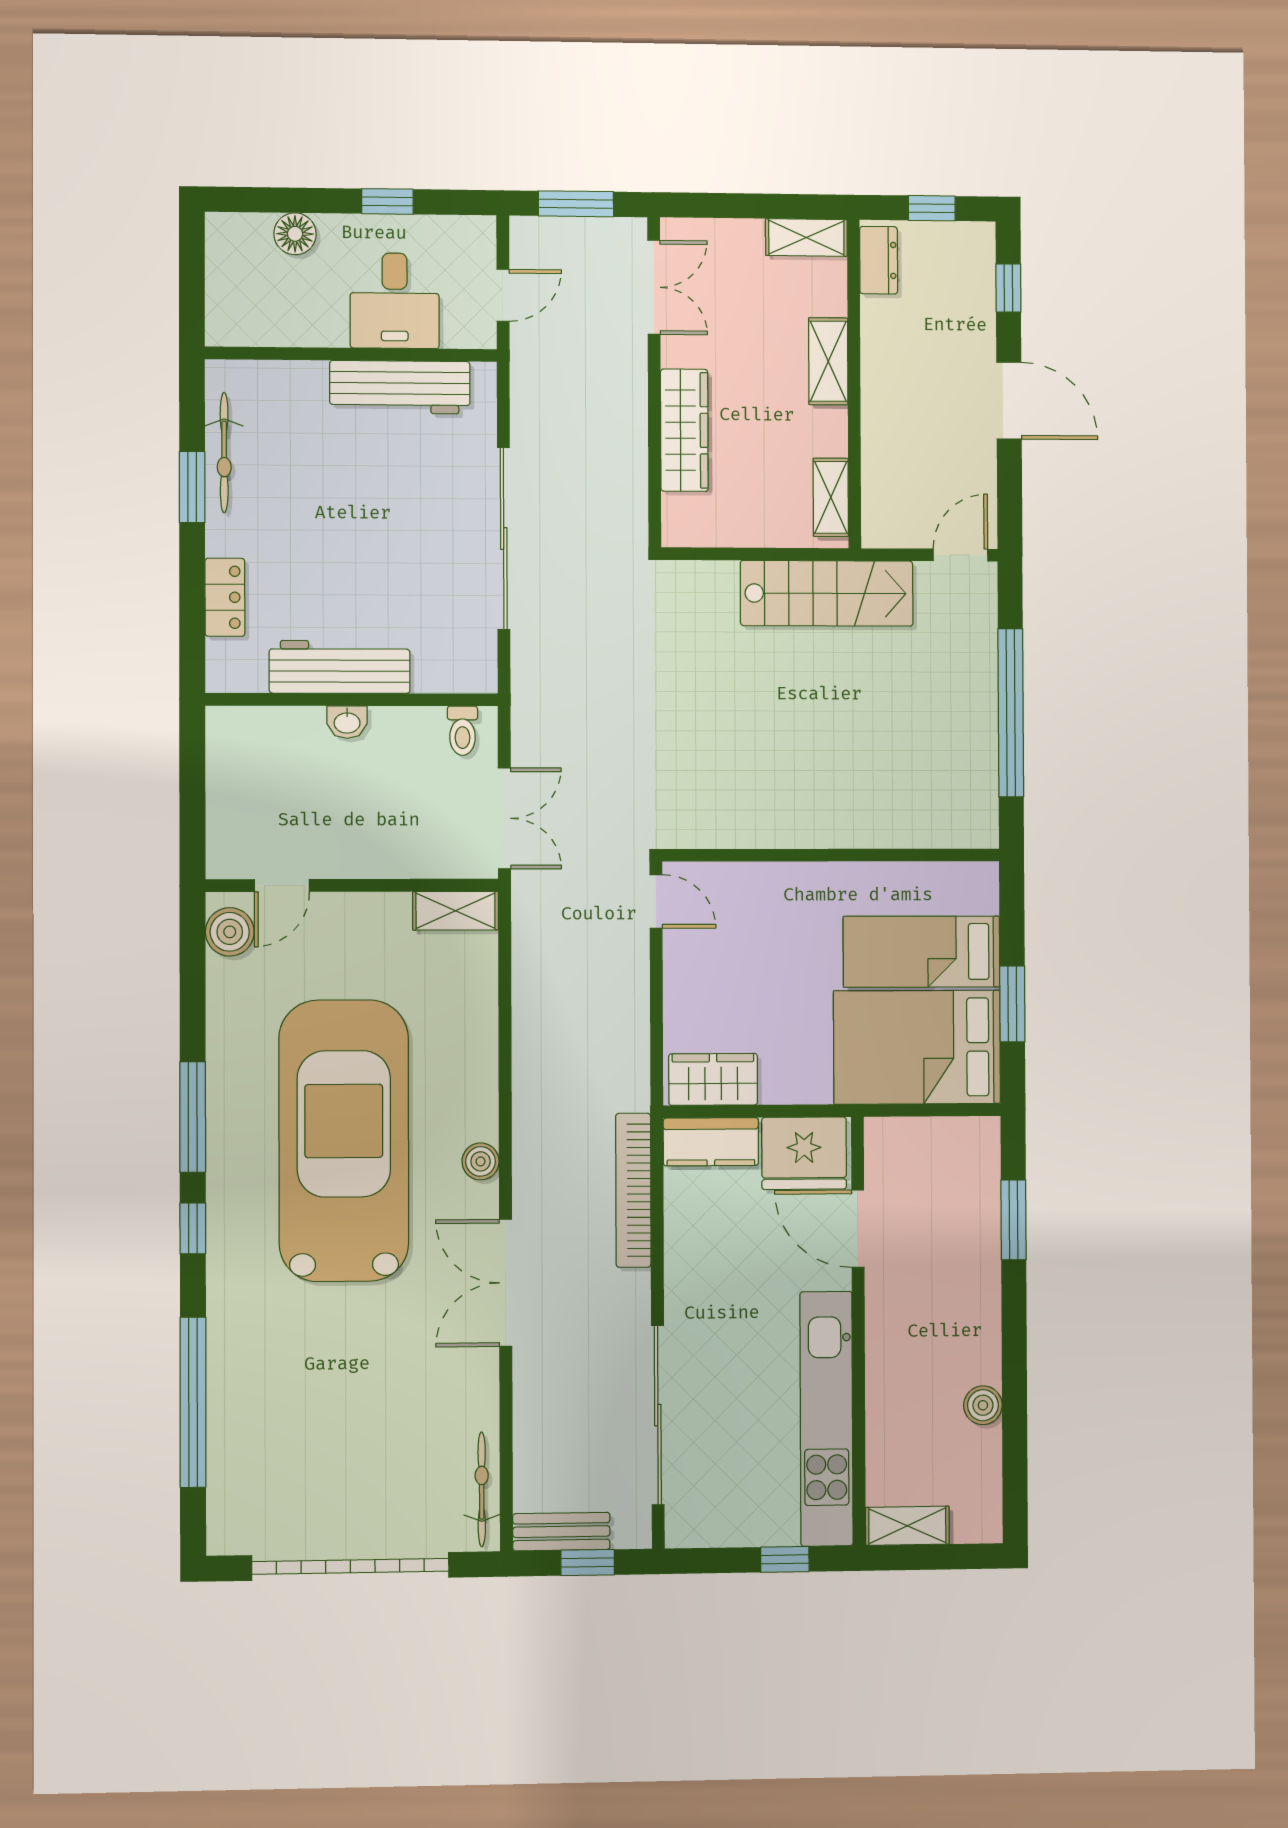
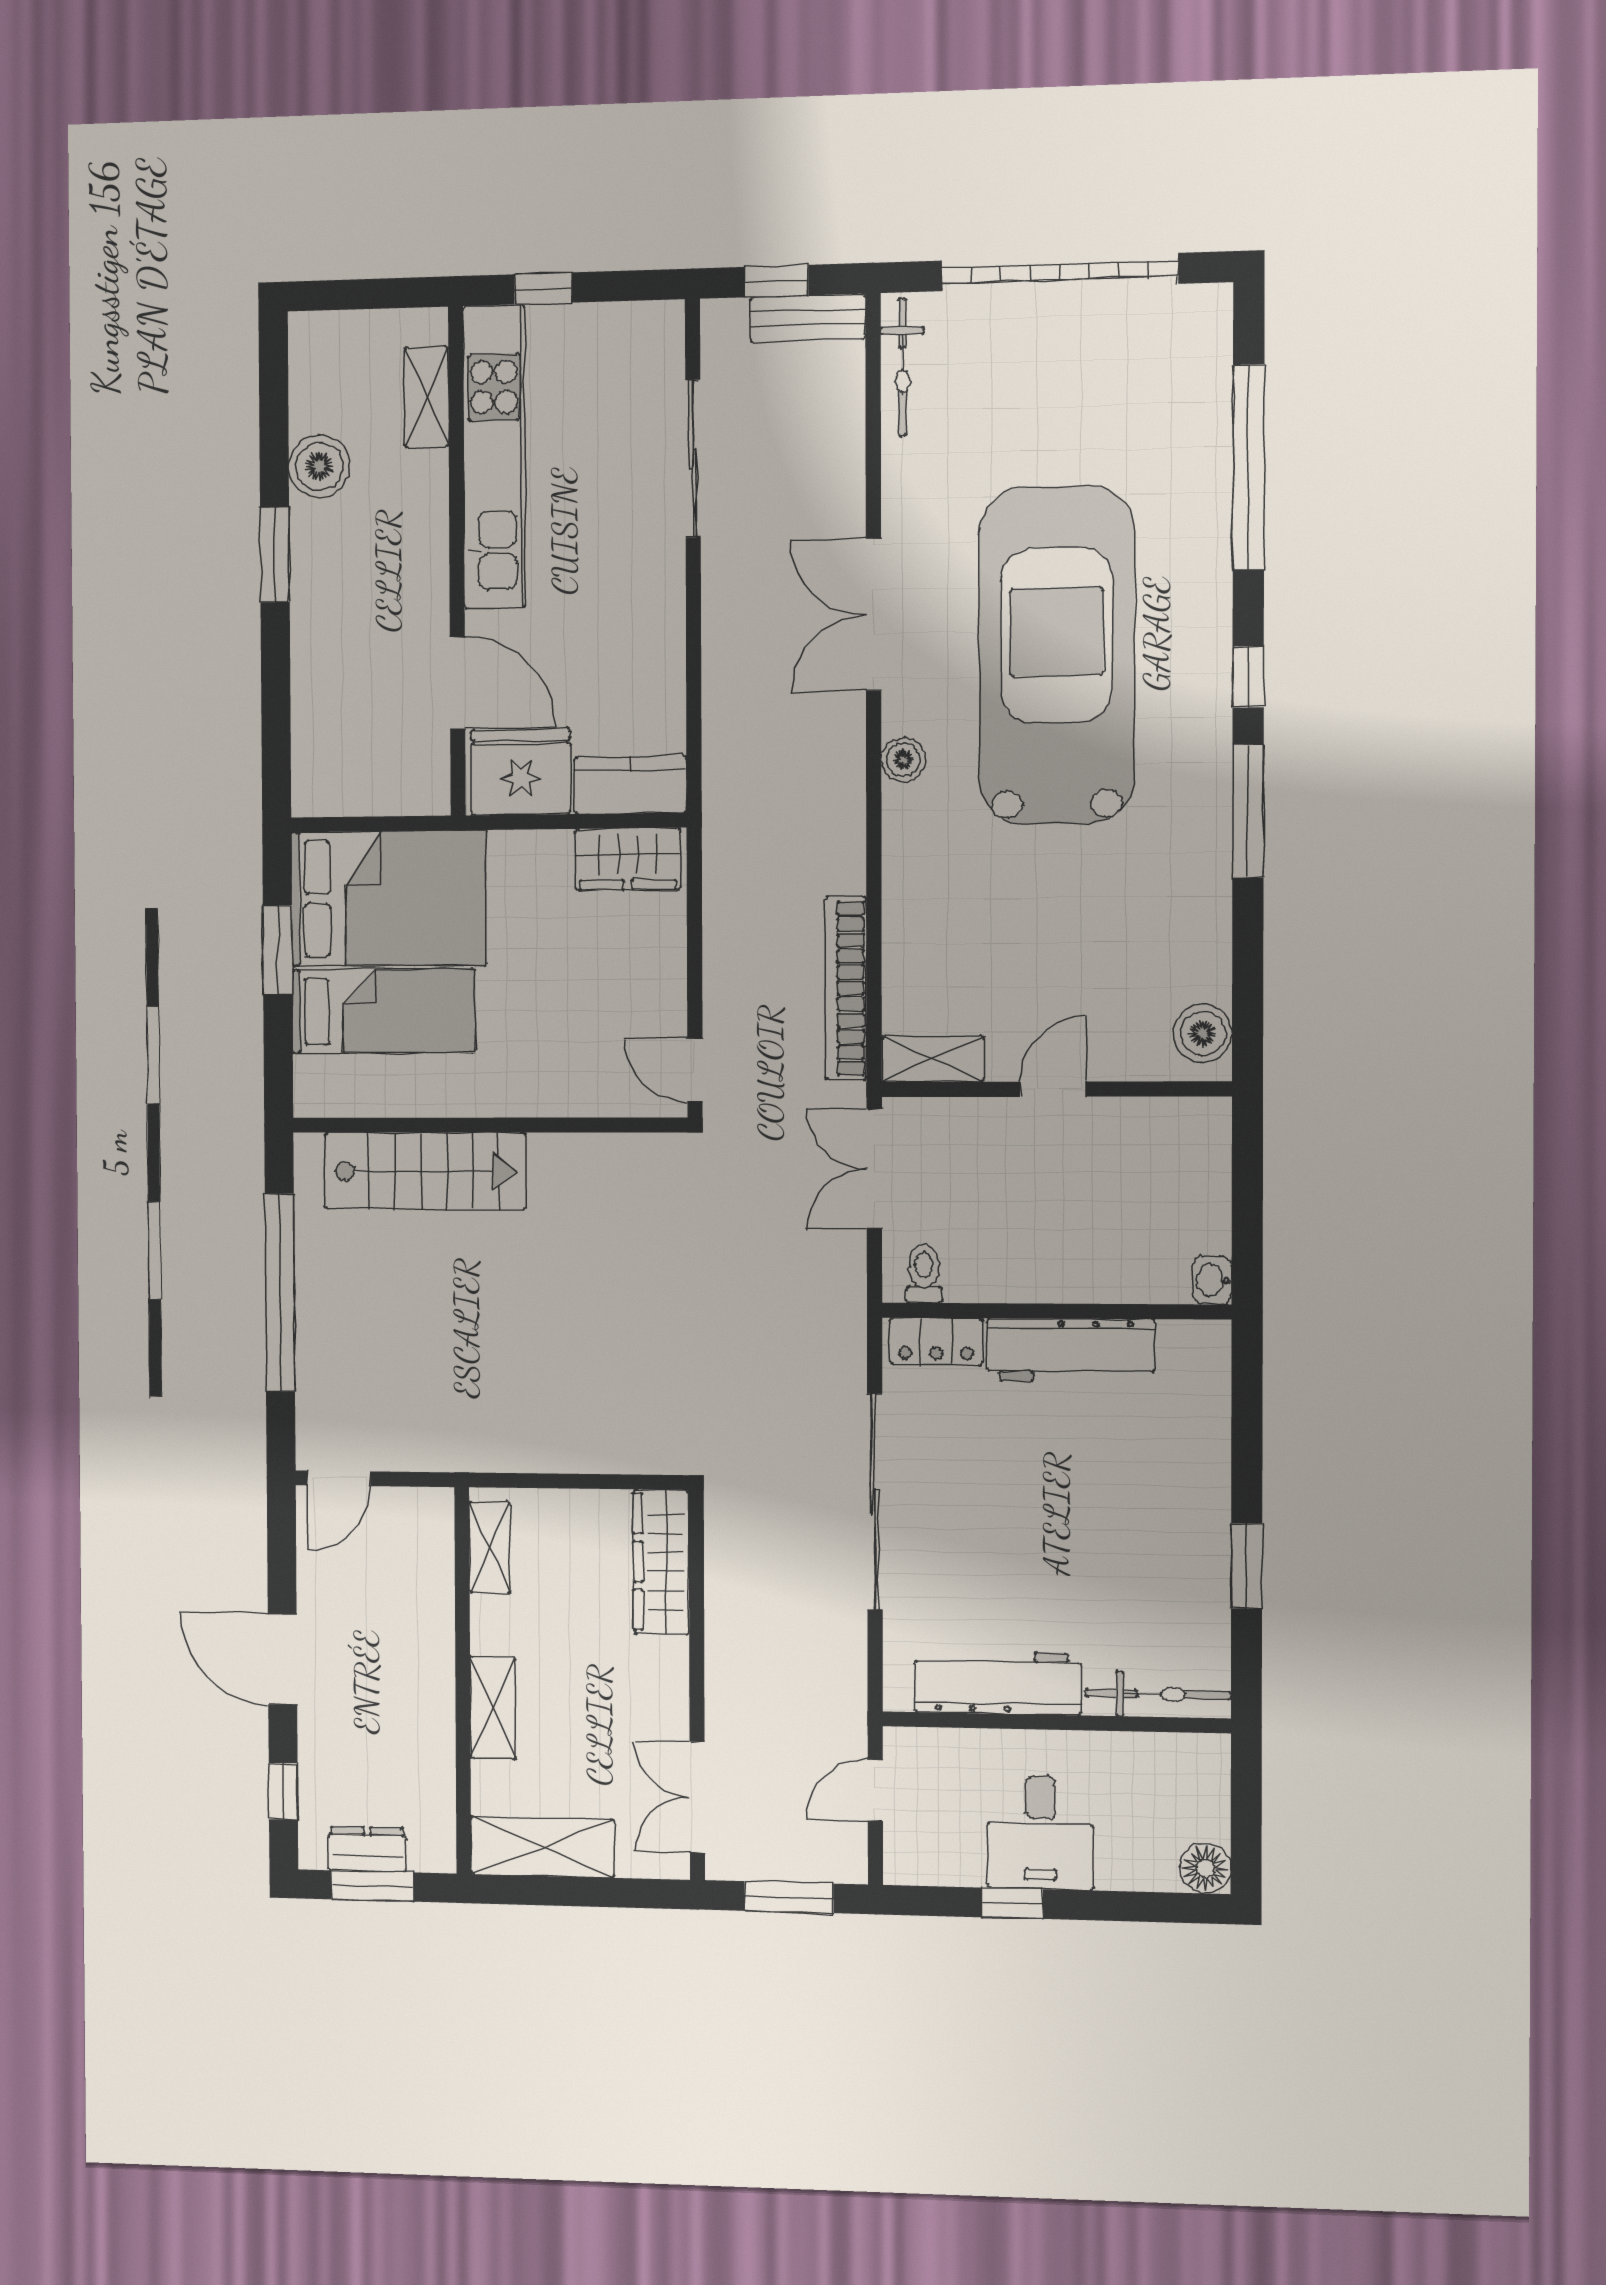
window: (932, 208) -> (372, 1886), width x1.50
floor lamp: (295, 234) -> (1205, 1868), moved
shelving: (806, 238) -> (542, 1847), width x1.50, depth x1.33
dresser: (879, 260) -> (367, 1849), moved, turned 90
desk: (395, 301) -> (1040, 1833), moved, turned 180
wardrobe: (684, 430) -> (661, 1562), moved
bicycle: (224, 453) -> (1158, 1694), moved, turned 90
stairs: (827, 593) -> (425, 1171), moved, turned 180
locker: (225, 597) -> (936, 1341), moved, turned -90
washbasin: (347, 722) -> (1212, 1280), moved, turned -90
door: (282, 885) -> (1053, 1089), moved
car: (344, 1141) -> (1057, 655), moved, turned 180
bookcase: (633, 1190) -> (846, 988), moved, turned 180
window: (1014, 1220) -> (275, 555), moved
double door: (506, 1283) -> (873, 615), swing flipped
boiler: (983, 1405) -> (319, 466), width x1.36, depth x1.36
sliding door: (658, 1415) -> (693, 459), width x0.73
shelving: (907, 1526) -> (427, 397), moved, turned 90

